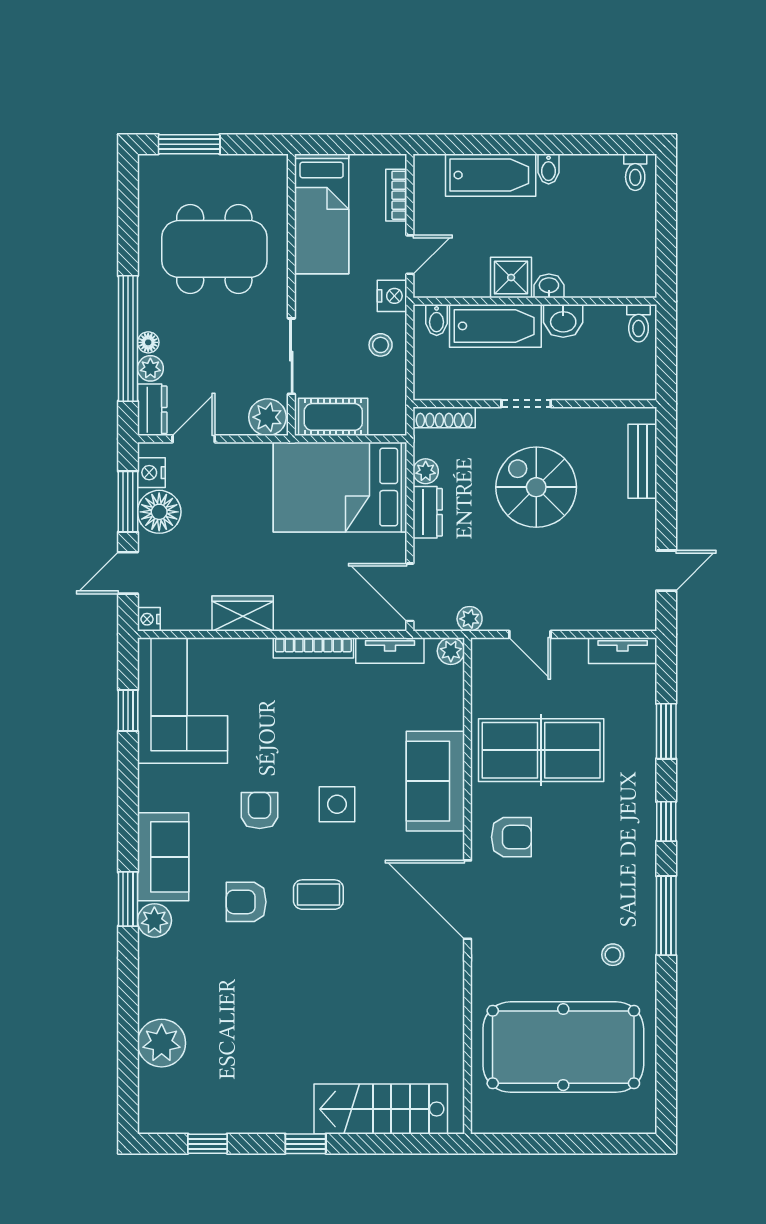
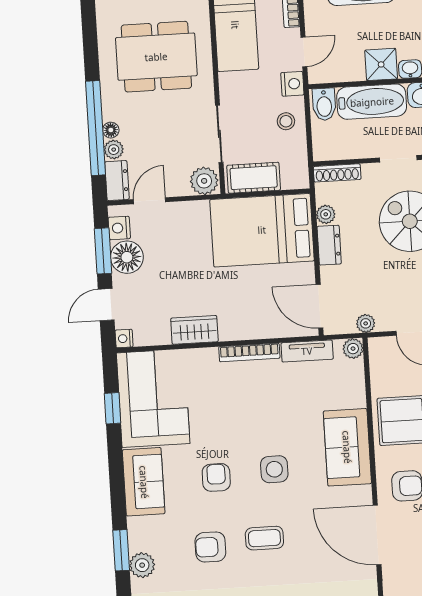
bidet: (437, 320) -> (324, 104), width x1.38, depth x1.36
sofa: (163, 857) -> (144, 482), moved

